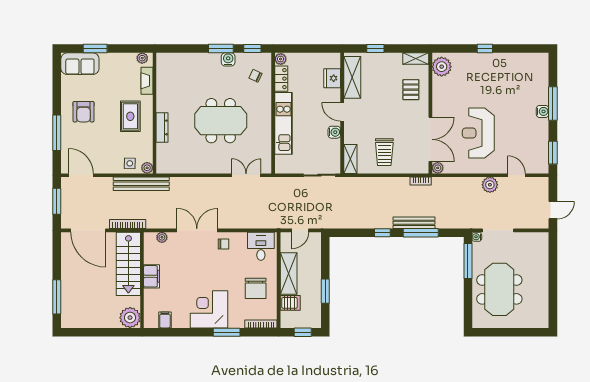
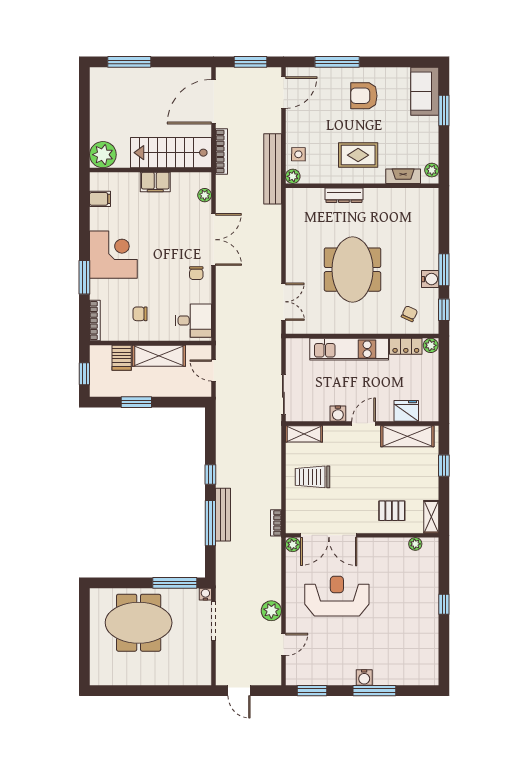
plant: (442, 67) -> (415, 544), width x0.53, depth x0.53
chair: (256, 288) -> (140, 314), width x0.54, depth x0.54

